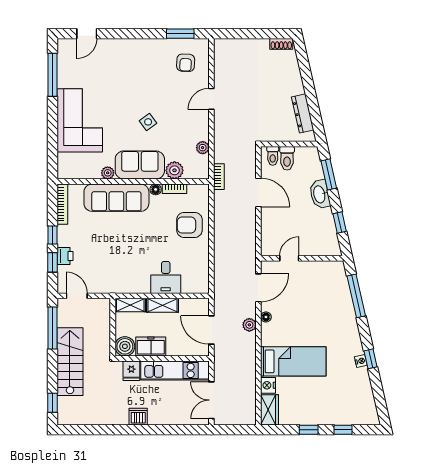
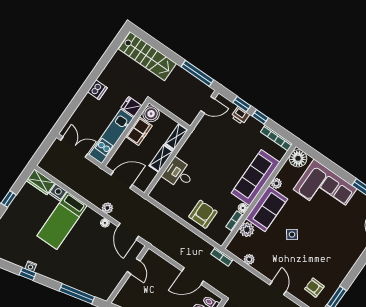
floor lamp: (68, 169) -> (298, 158), added
stairs: (70, 362) -> (147, 56), moved
window: (52, 403) -> (147, 38), removed

